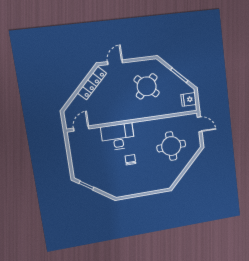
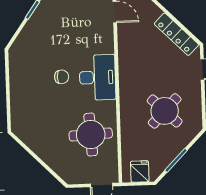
desk: (118, 137) -> (97, 77), moved
round table: (171, 146) -> (91, 135), moved

